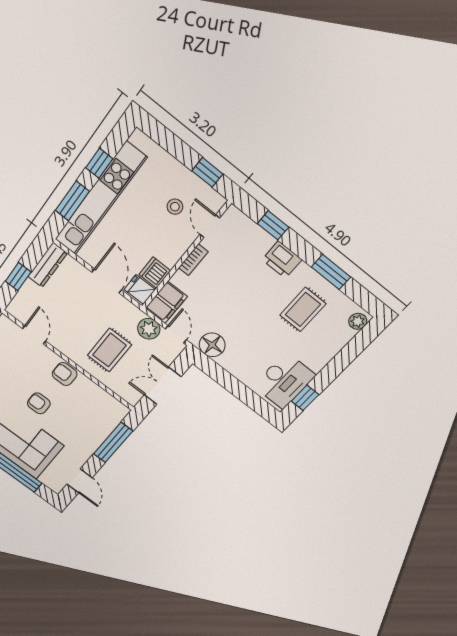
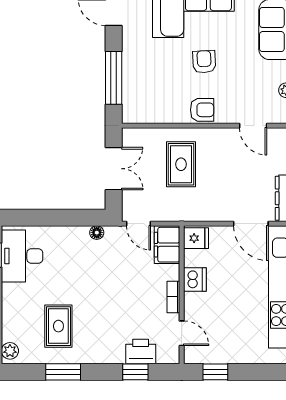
stool: (175, 207) -> (220, 327), removed
printer: (282, 260) -> (141, 352), moved
dishwasher: (155, 273) -> (195, 280), moved
door: (107, 281) -> (251, 224), moved
plant: (149, 329) -> (163, 210), removed
floor lamp: (212, 345) -> (97, 233), width x0.53, depth x0.53
armchair: (39, 403) -> (204, 62), turned -93

